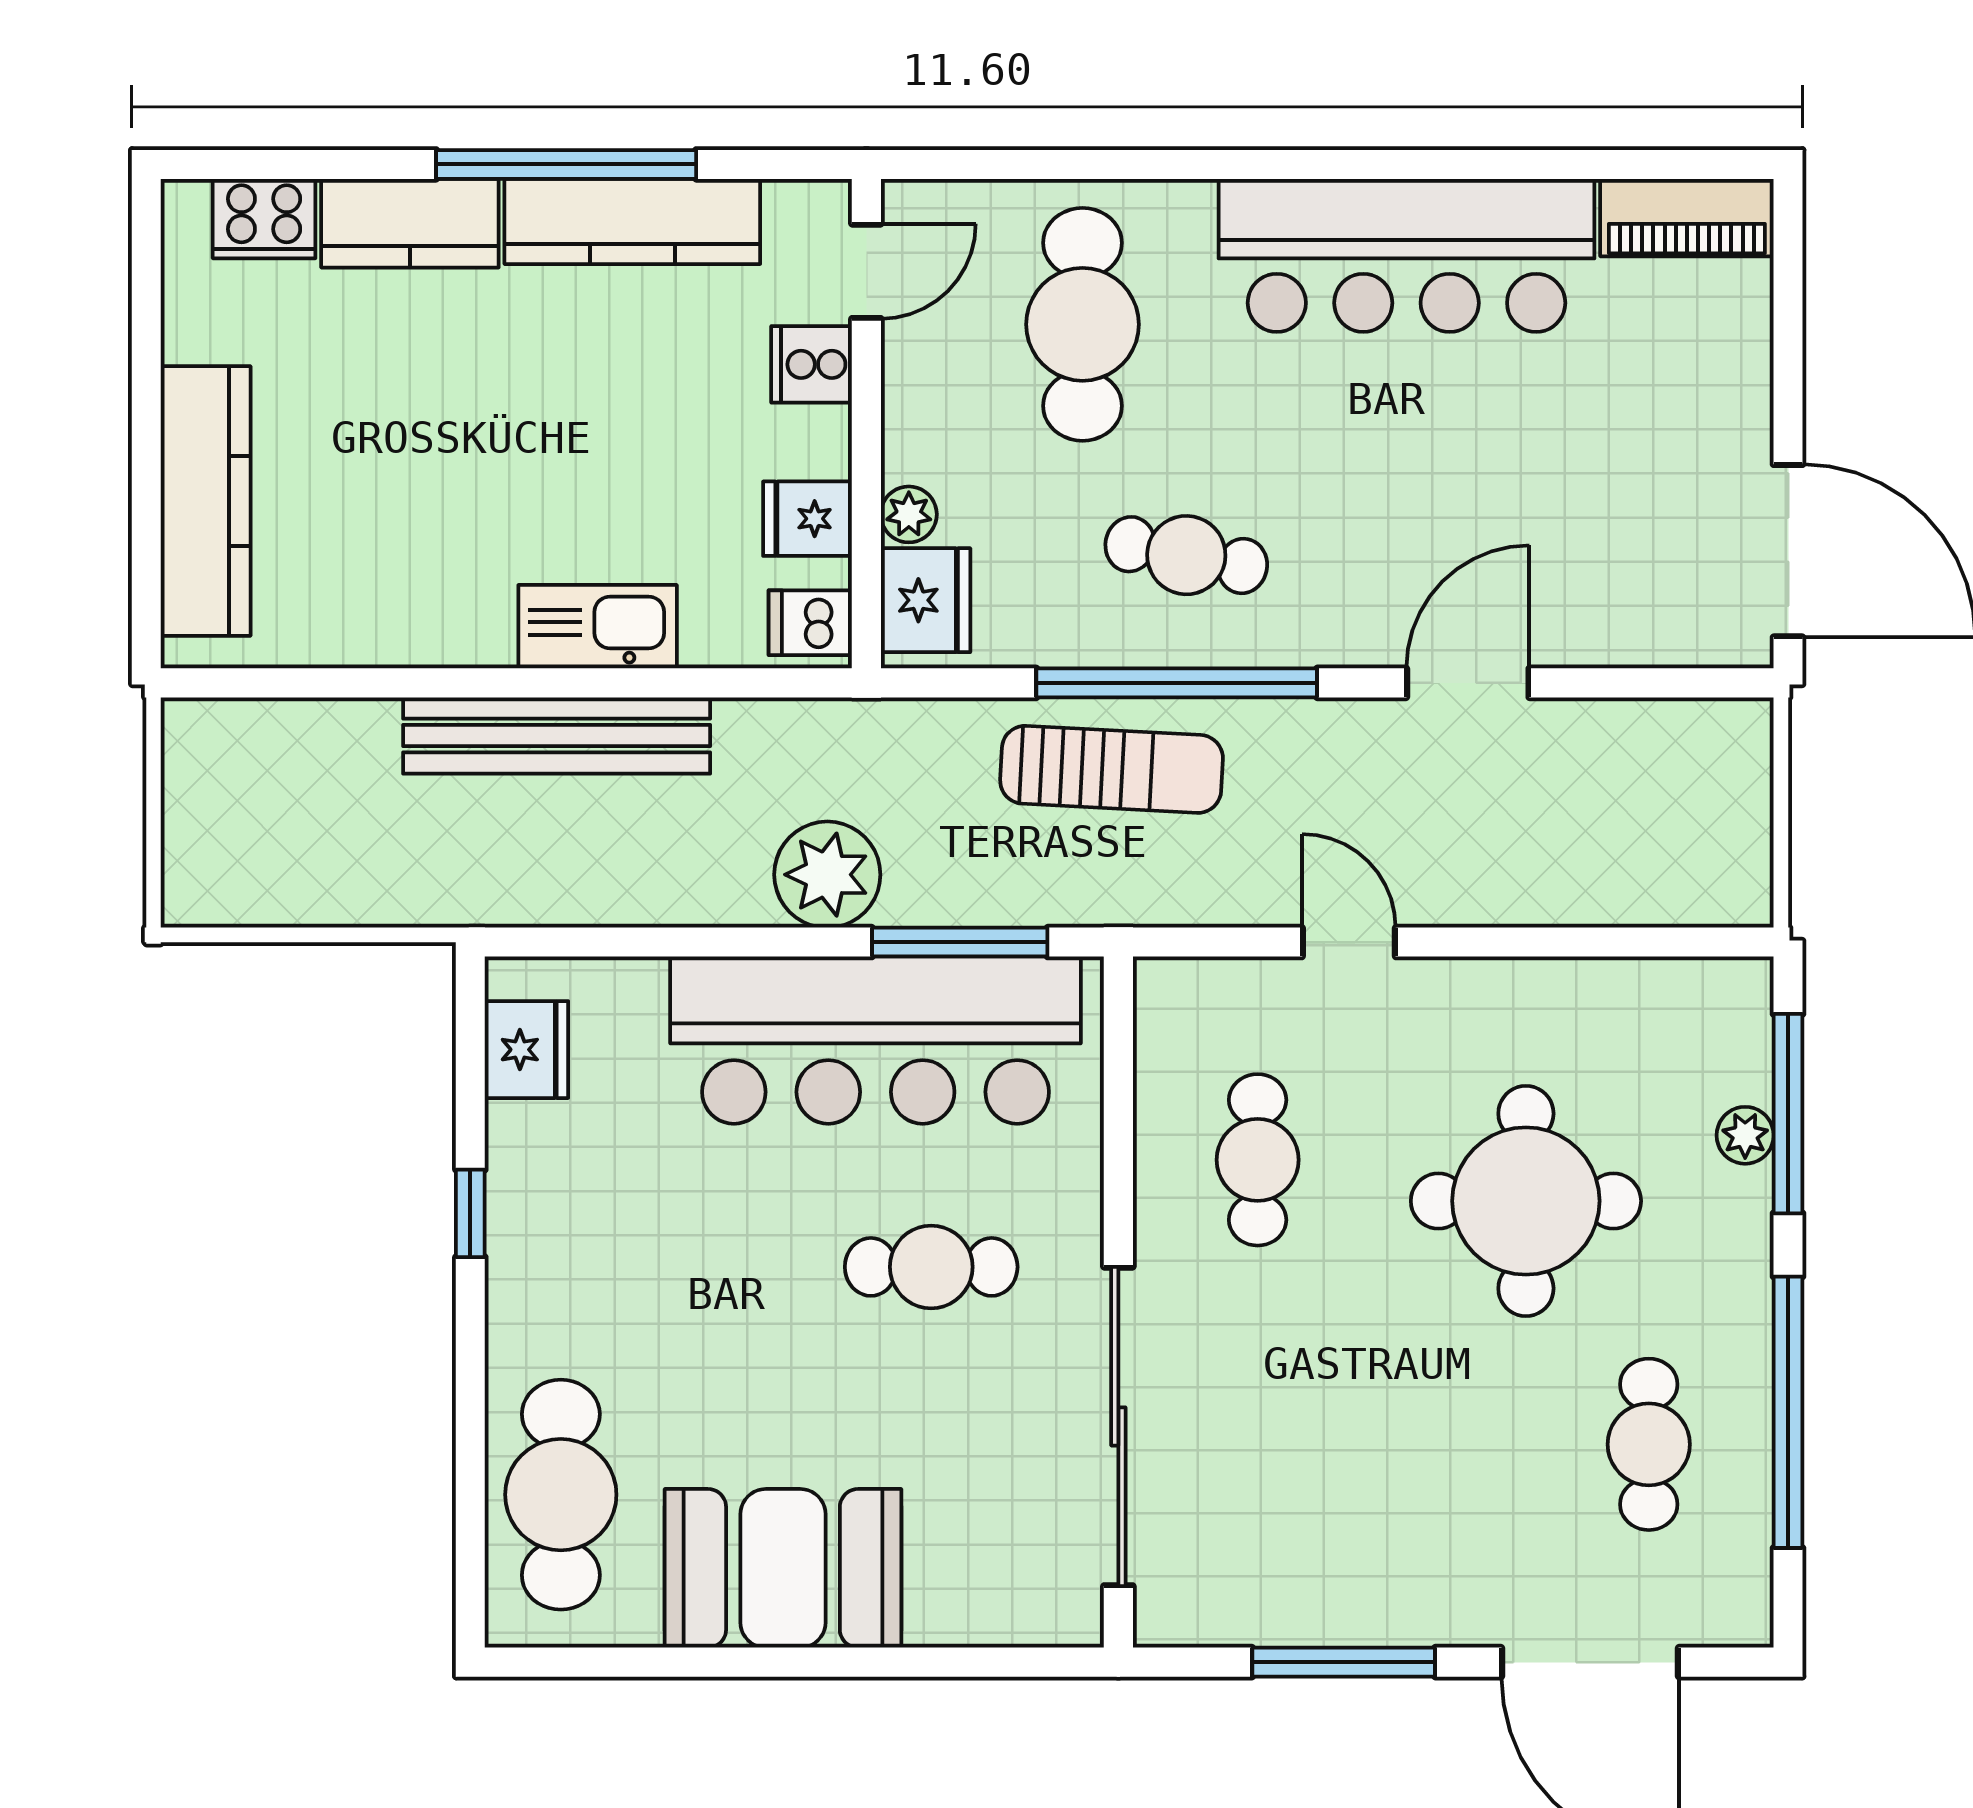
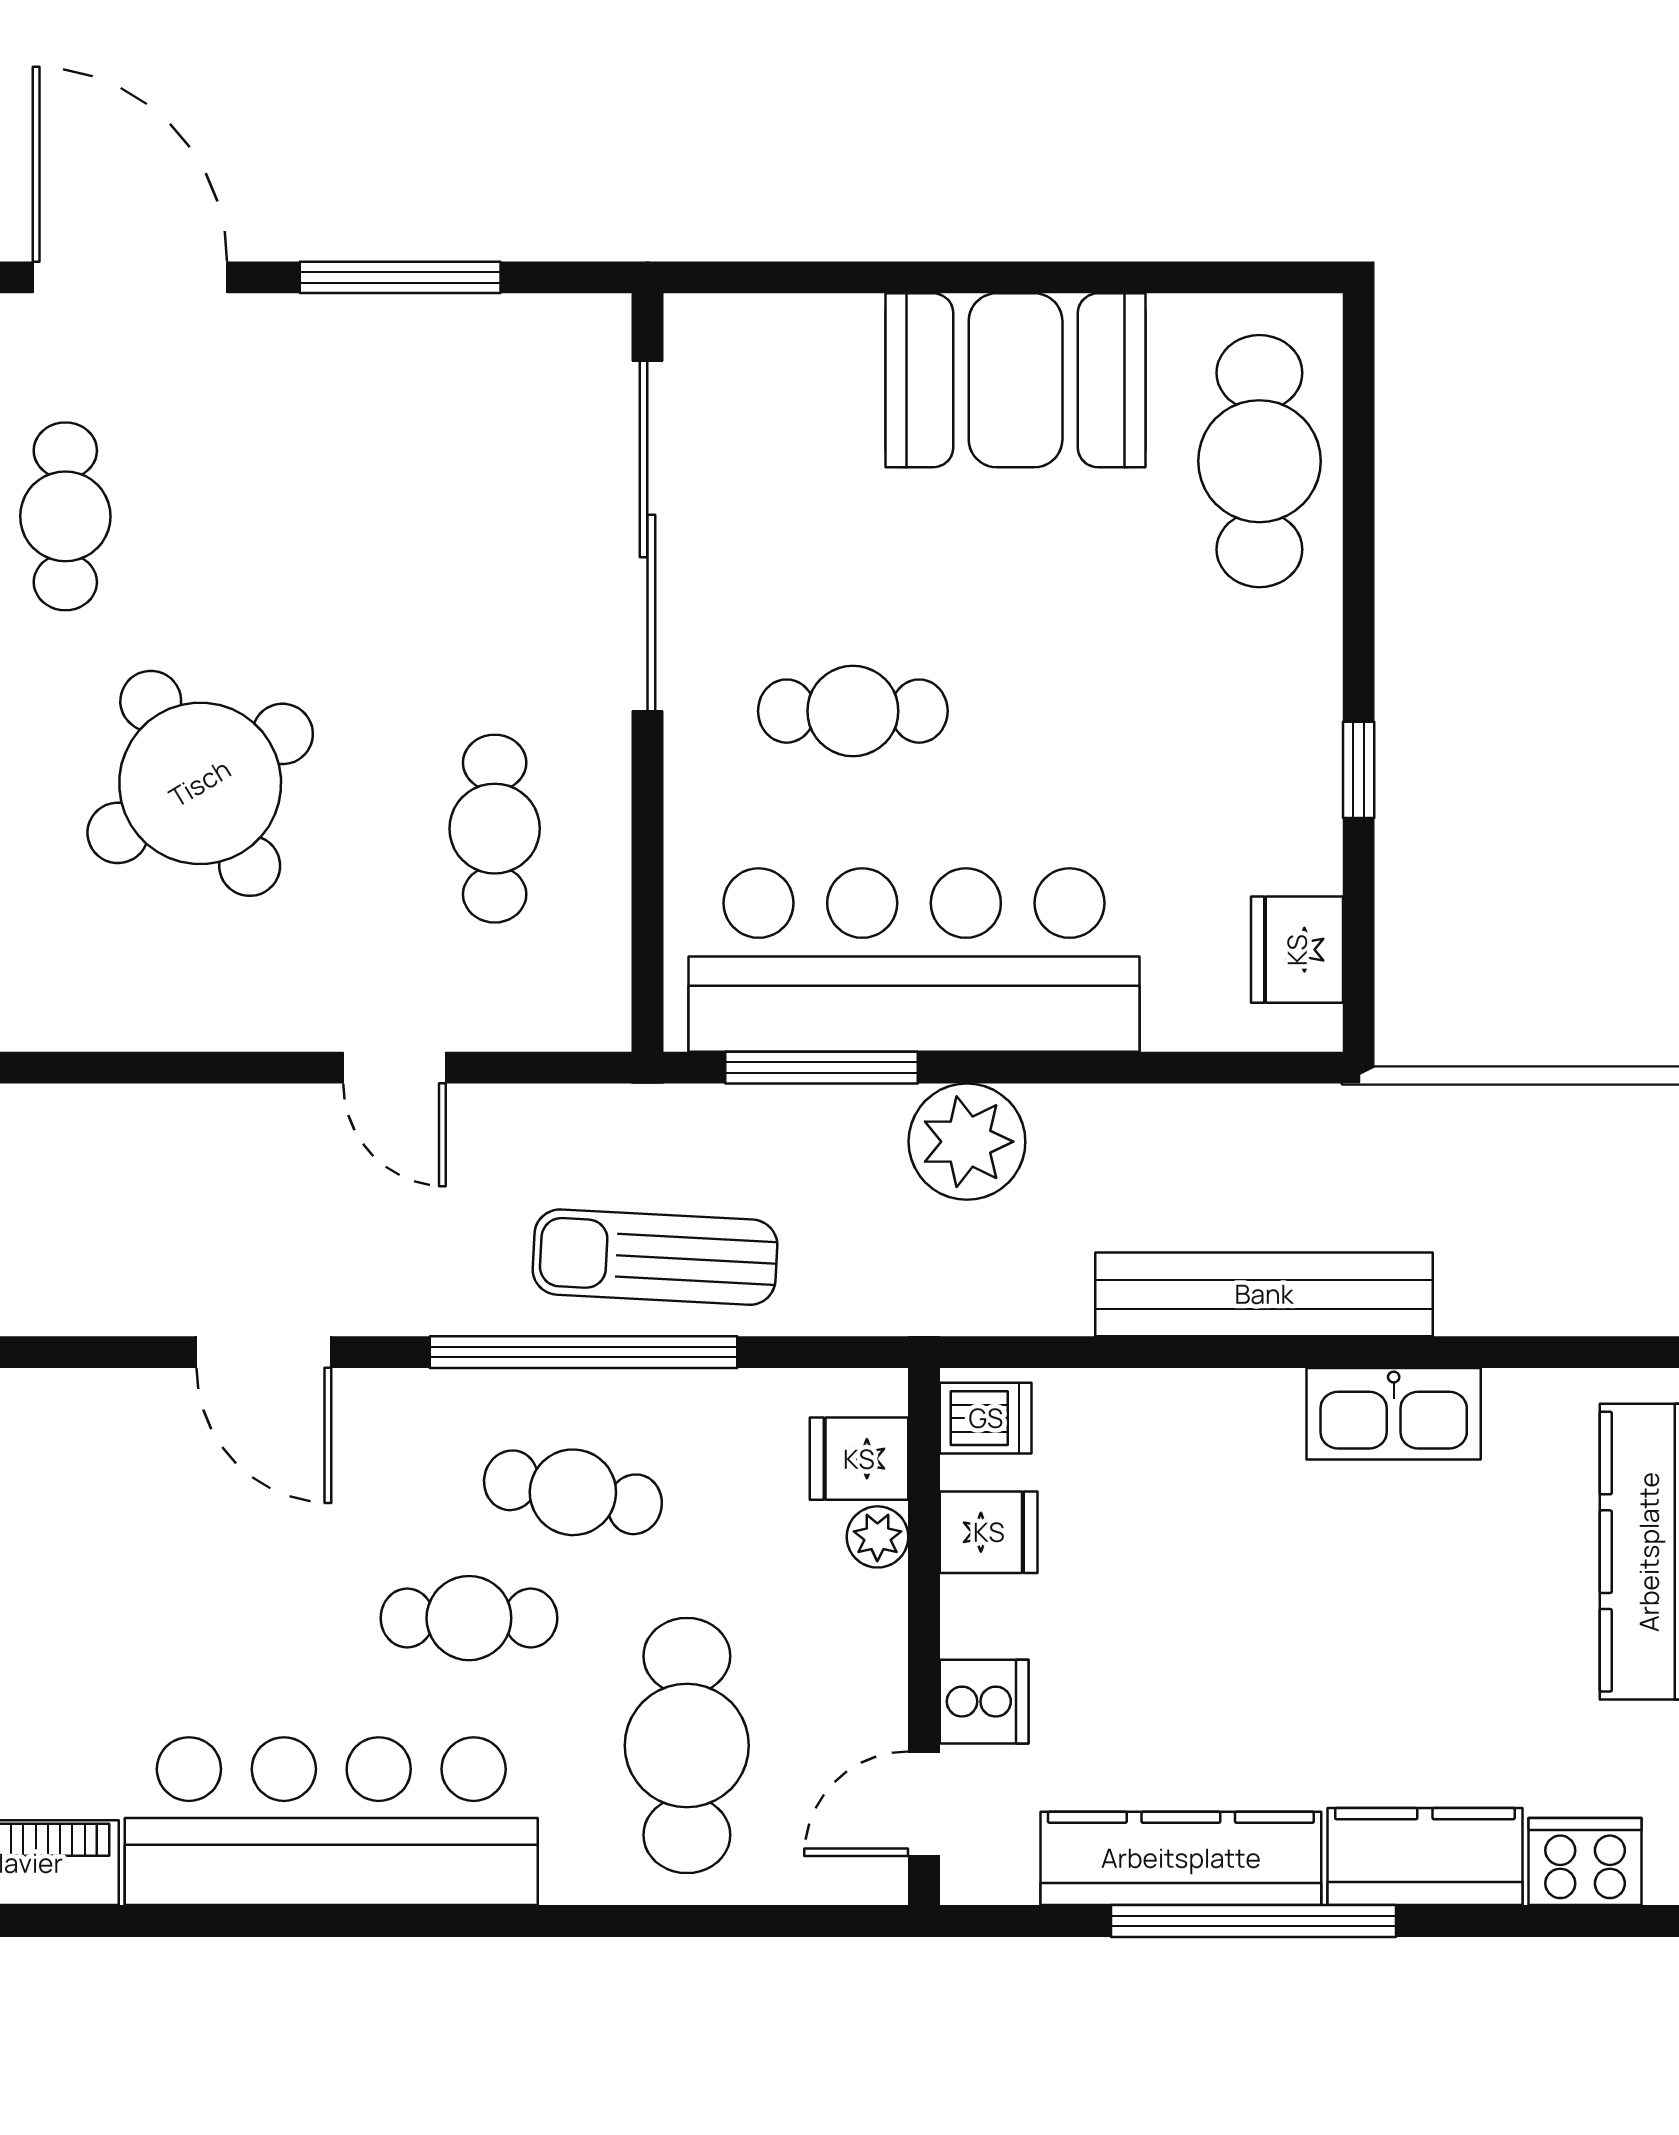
cafe table: (1281, 441) -> (469, 1618), added
fridge: (926, 600) -> (859, 1459), width x0.72
kitchen sink: (598, 627) -> (1394, 1414), moved
door: (1468, 683) -> (264, 1352), hinge flipped
round table: (1526, 1201) -> (200, 783), turned -31

